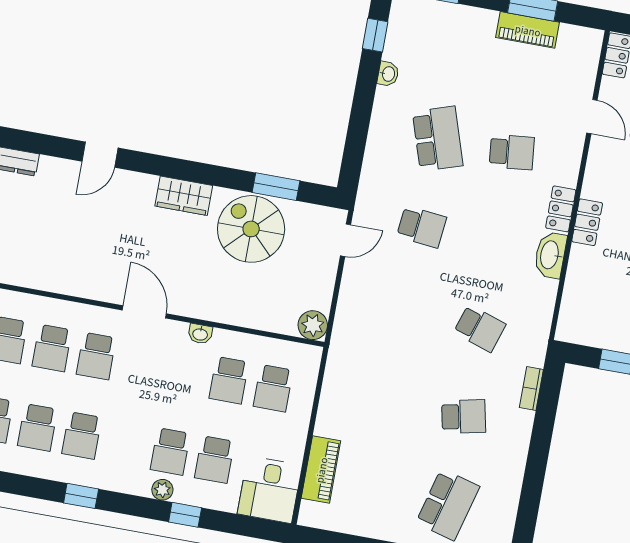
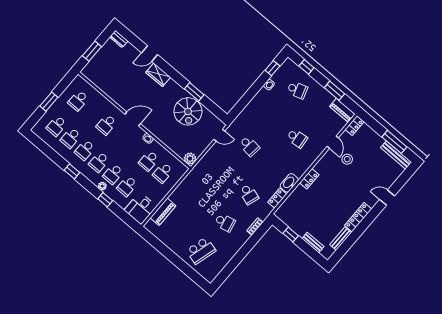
piano: (528, 30) -> (342, 110), moved
school desk: (438, 139) -> (297, 90), moved, width x0.54
window: (276, 187) -> (194, 92), moved
wardrobe: (184, 196) -> (158, 75), moved
locker: (561, 209) -> (277, 198), moved
spiral stairs: (251, 229) -> (188, 111), turned 180
door: (144, 312) -> (133, 119), hinge flipped
school desk: (52, 348) -> (99, 162), moved

